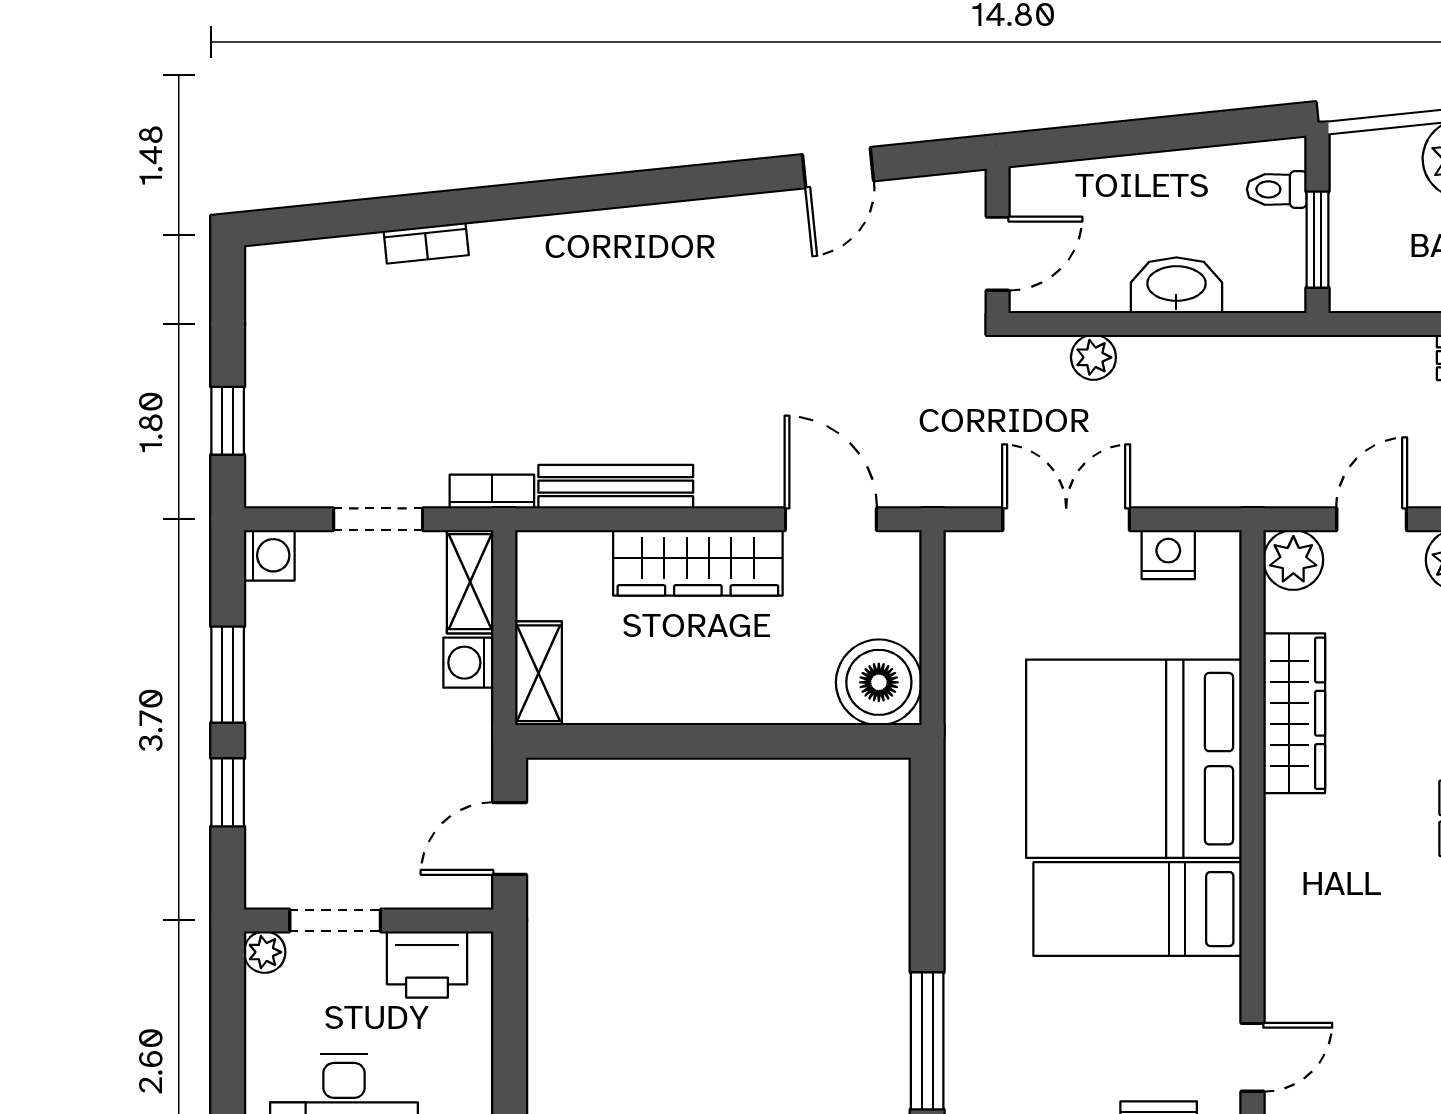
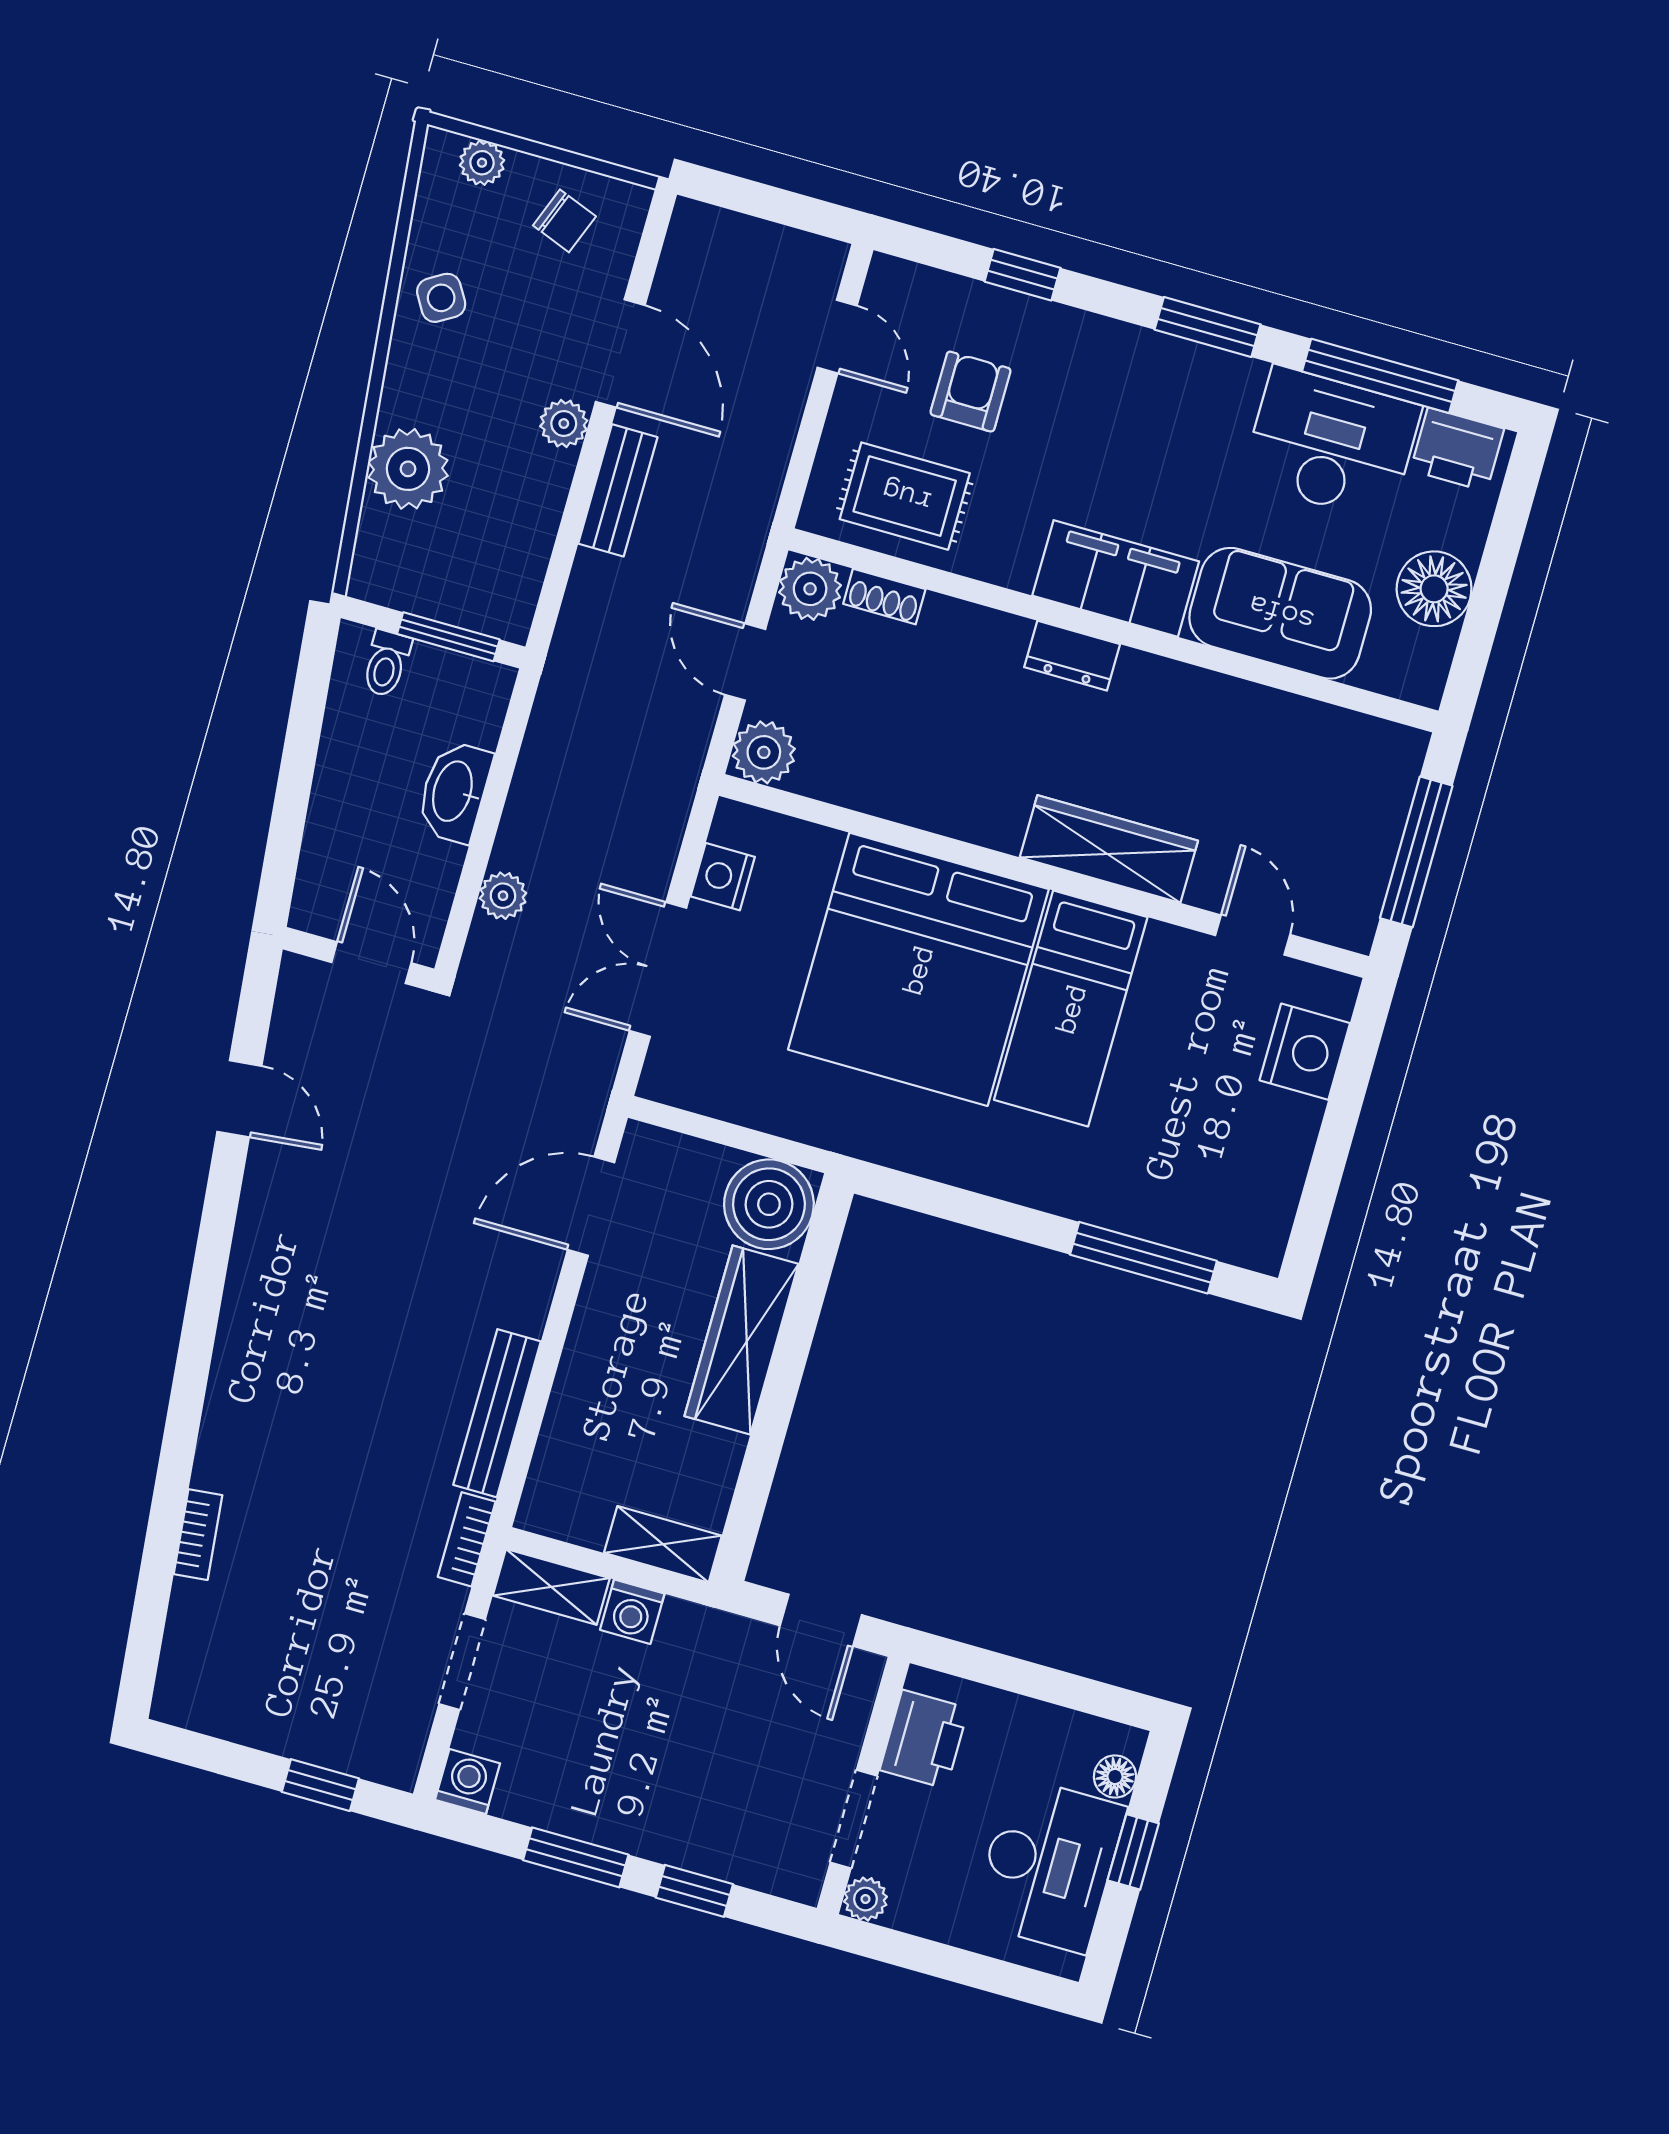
wardrobe: (698, 563) -> (741, 1340), moved, turned 180
wardrobe: (1294, 713) -> (1109, 849), moved

